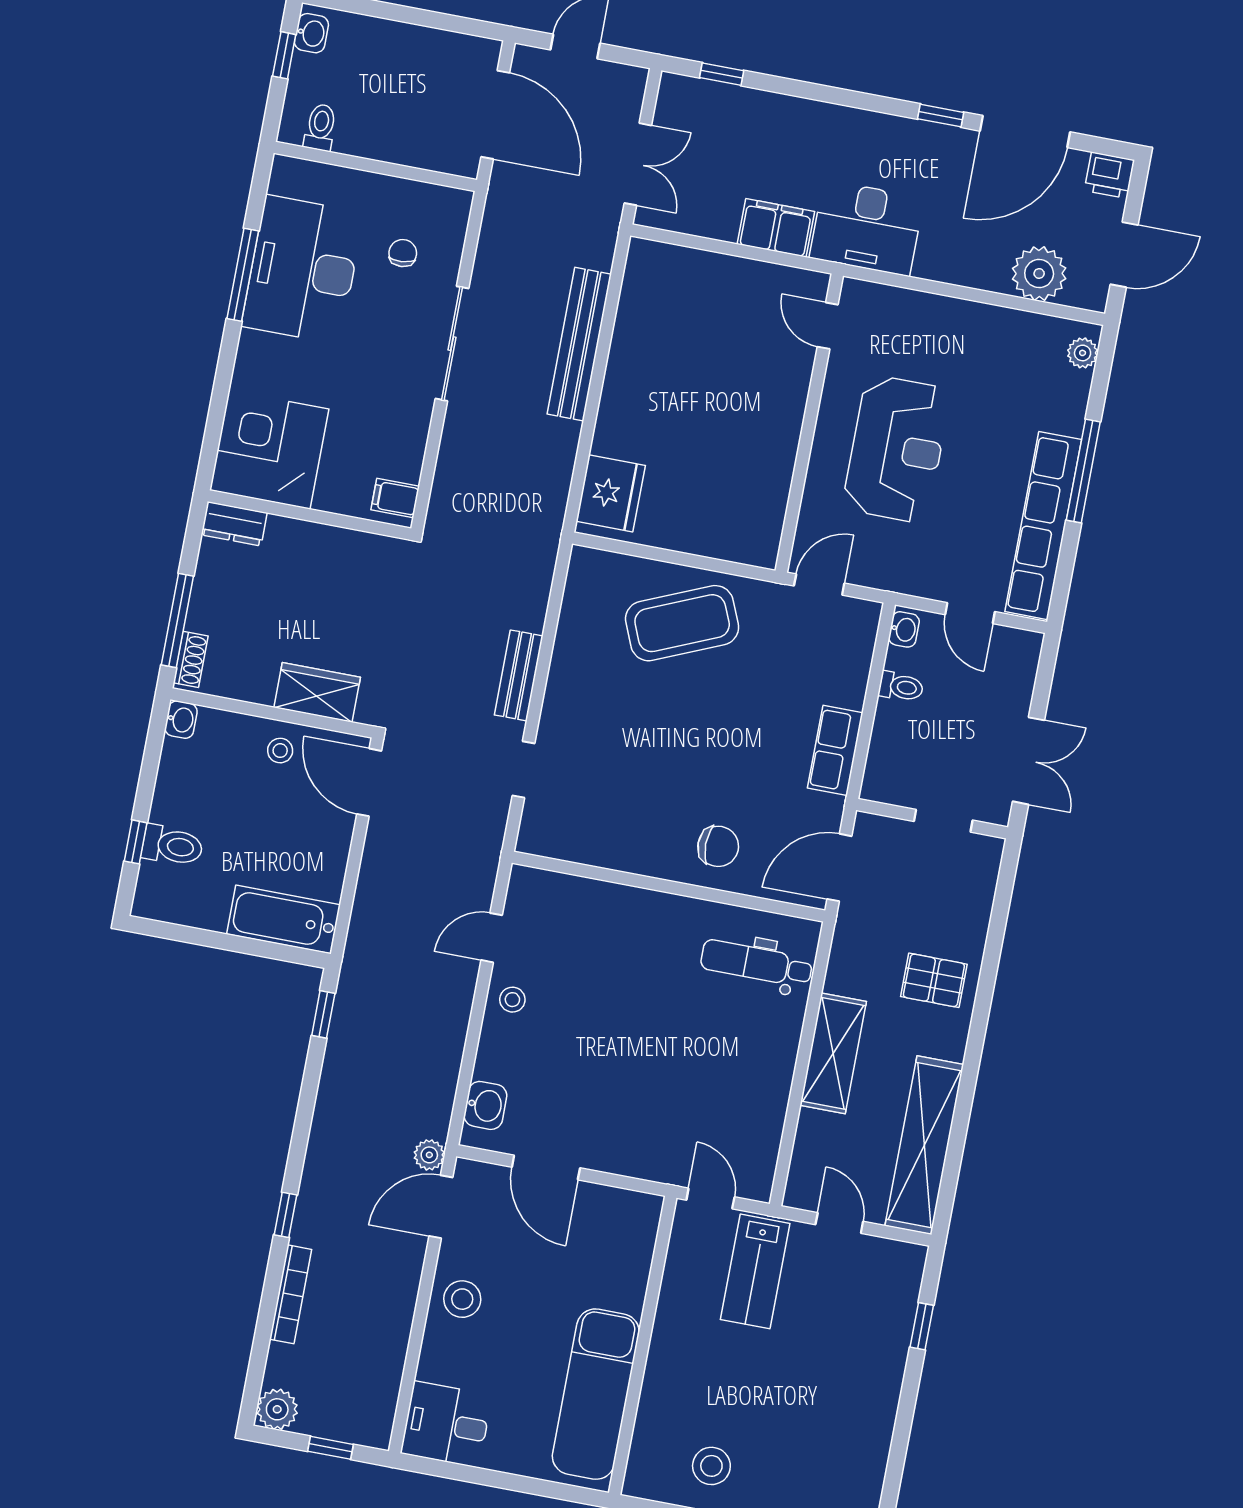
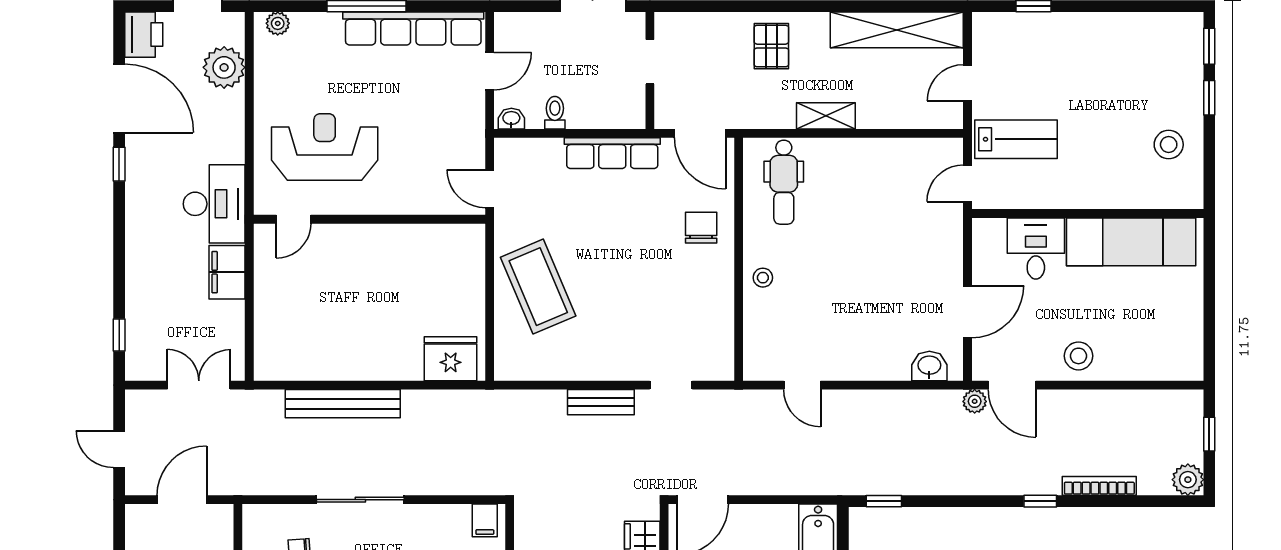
door: (495, 115) -> (182, 500), width x0.73
printer: (1109, 175) -> (144, 35), width x1.36, depth x1.24
reception desk: (897, 449) -> (325, 147), moved
row of seats: (835, 750) -> (612, 153), width x1.48
stool: (512, 1000) -> (763, 278), moved
shelving: (833, 1053) -> (826, 116), width x0.67, depth x0.75
desk: (446, 1424) -> (1036, 248), moved, turned 180

